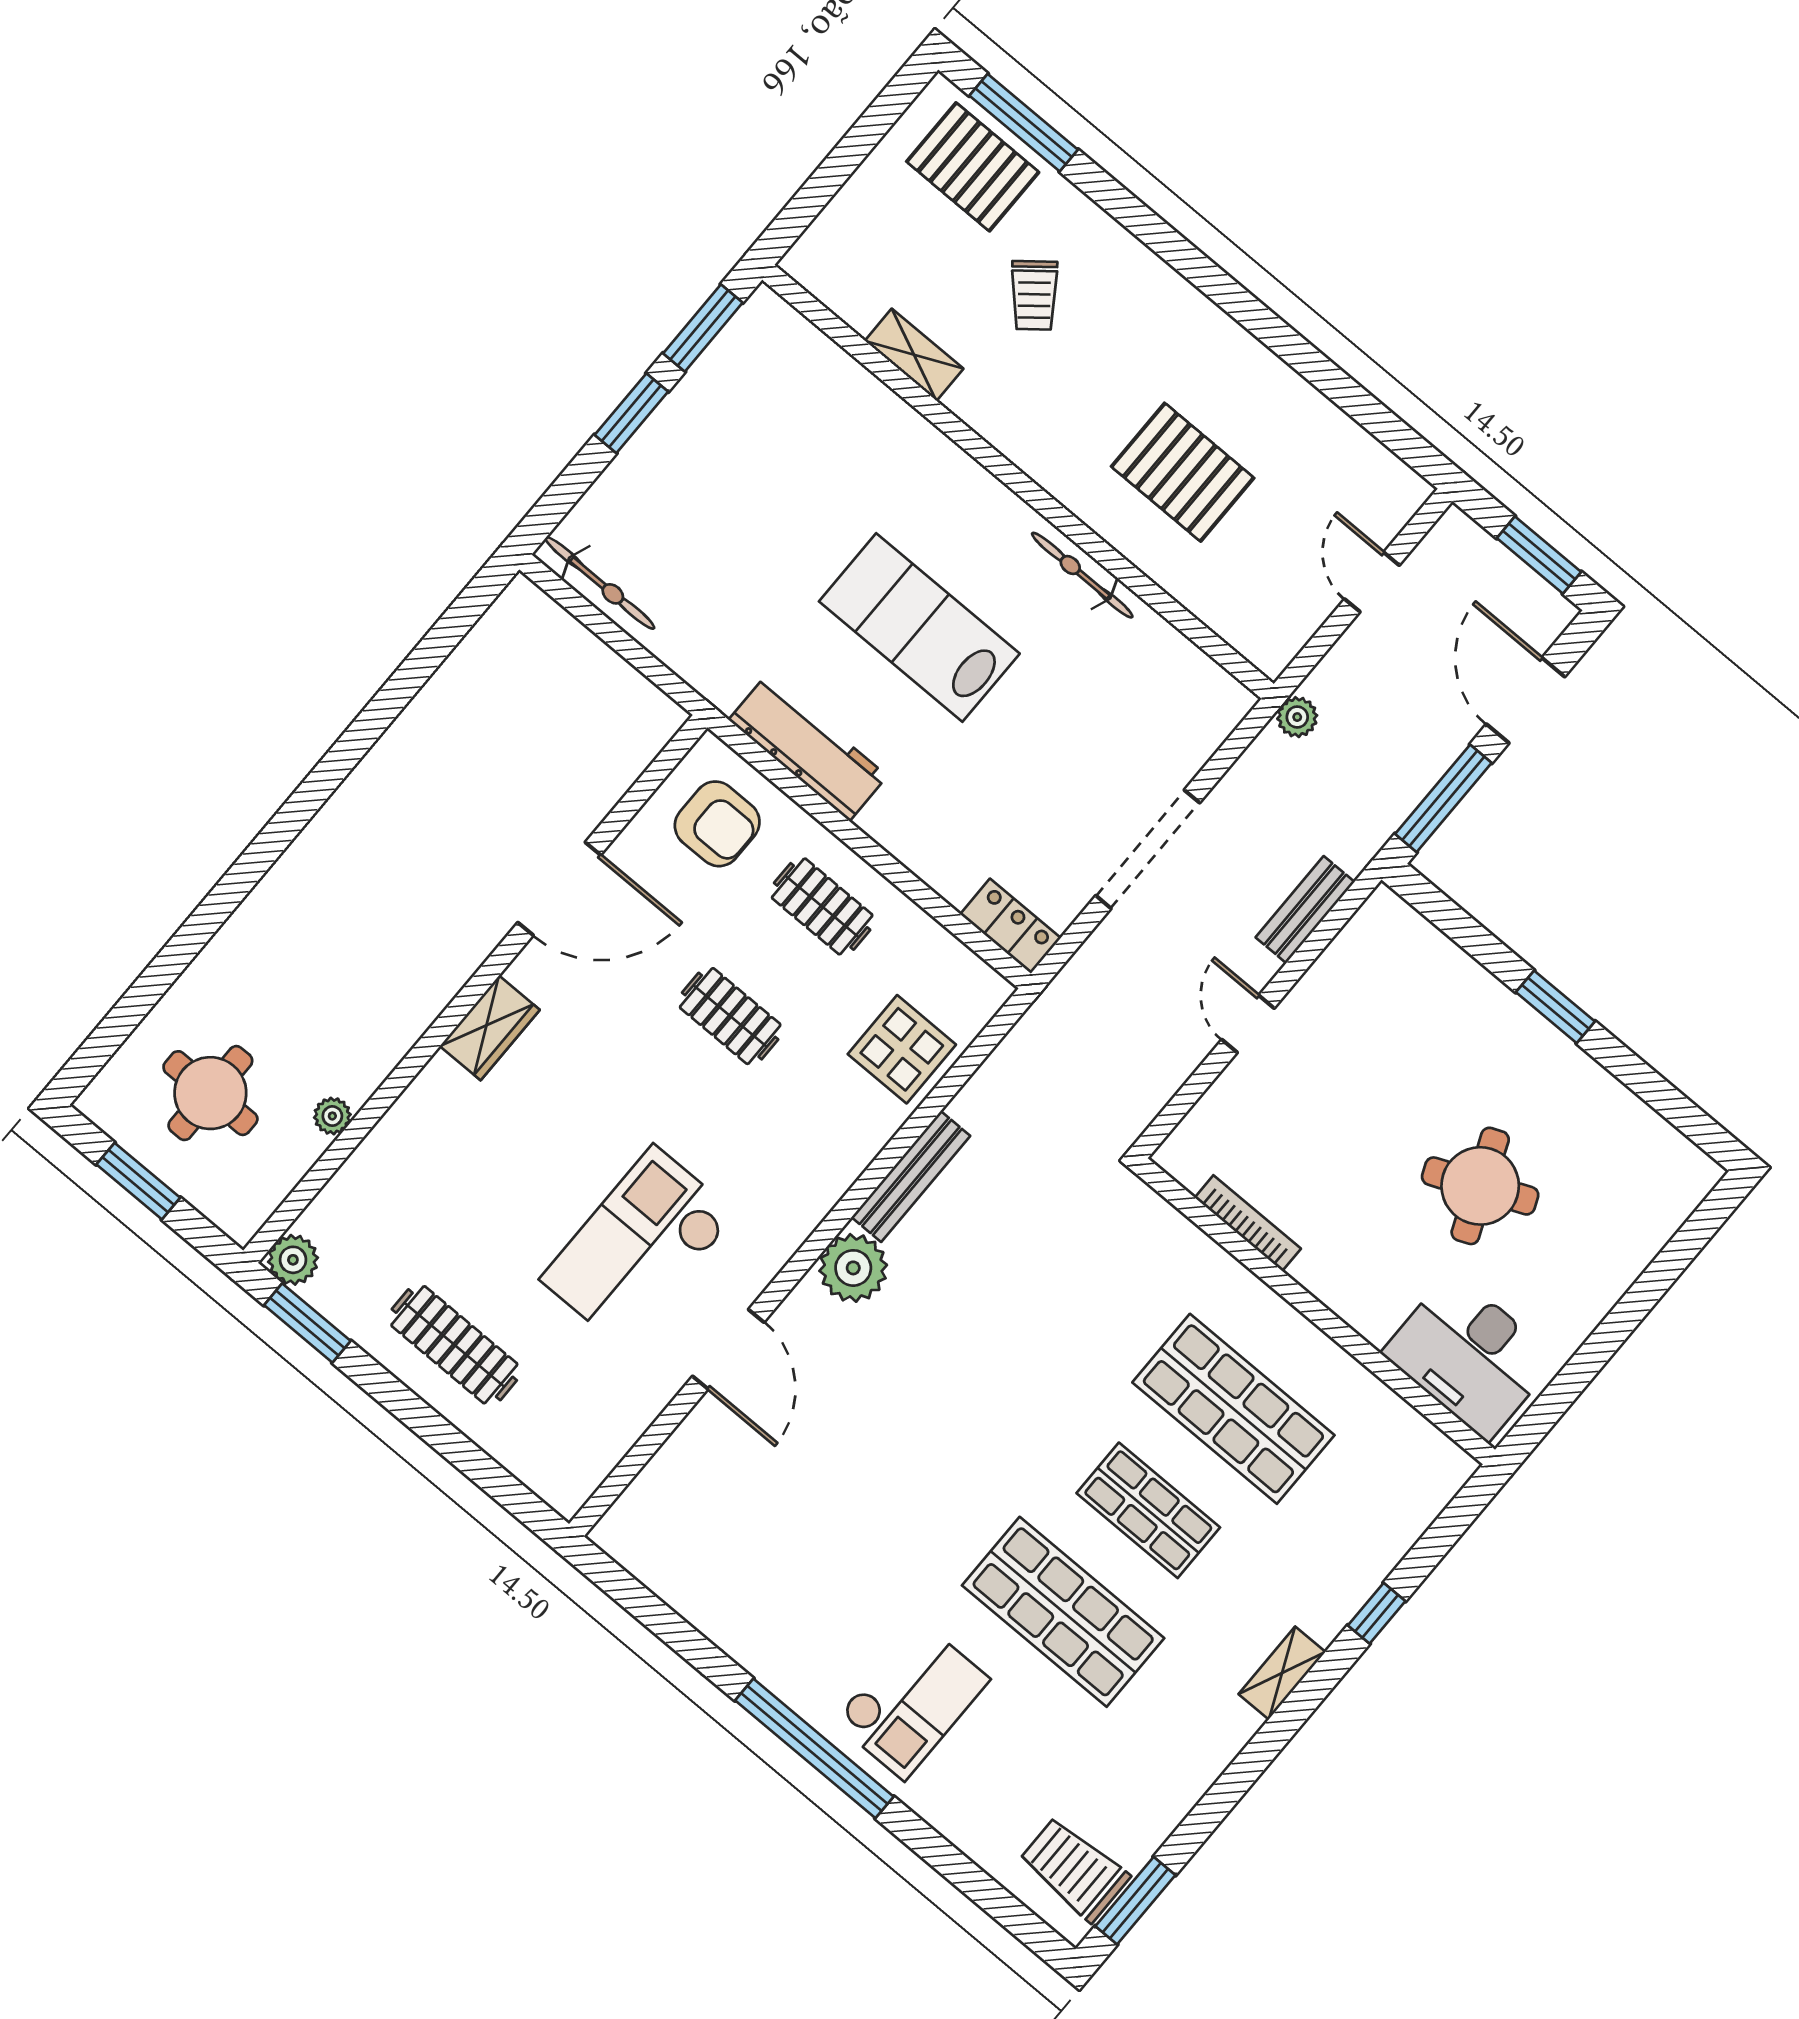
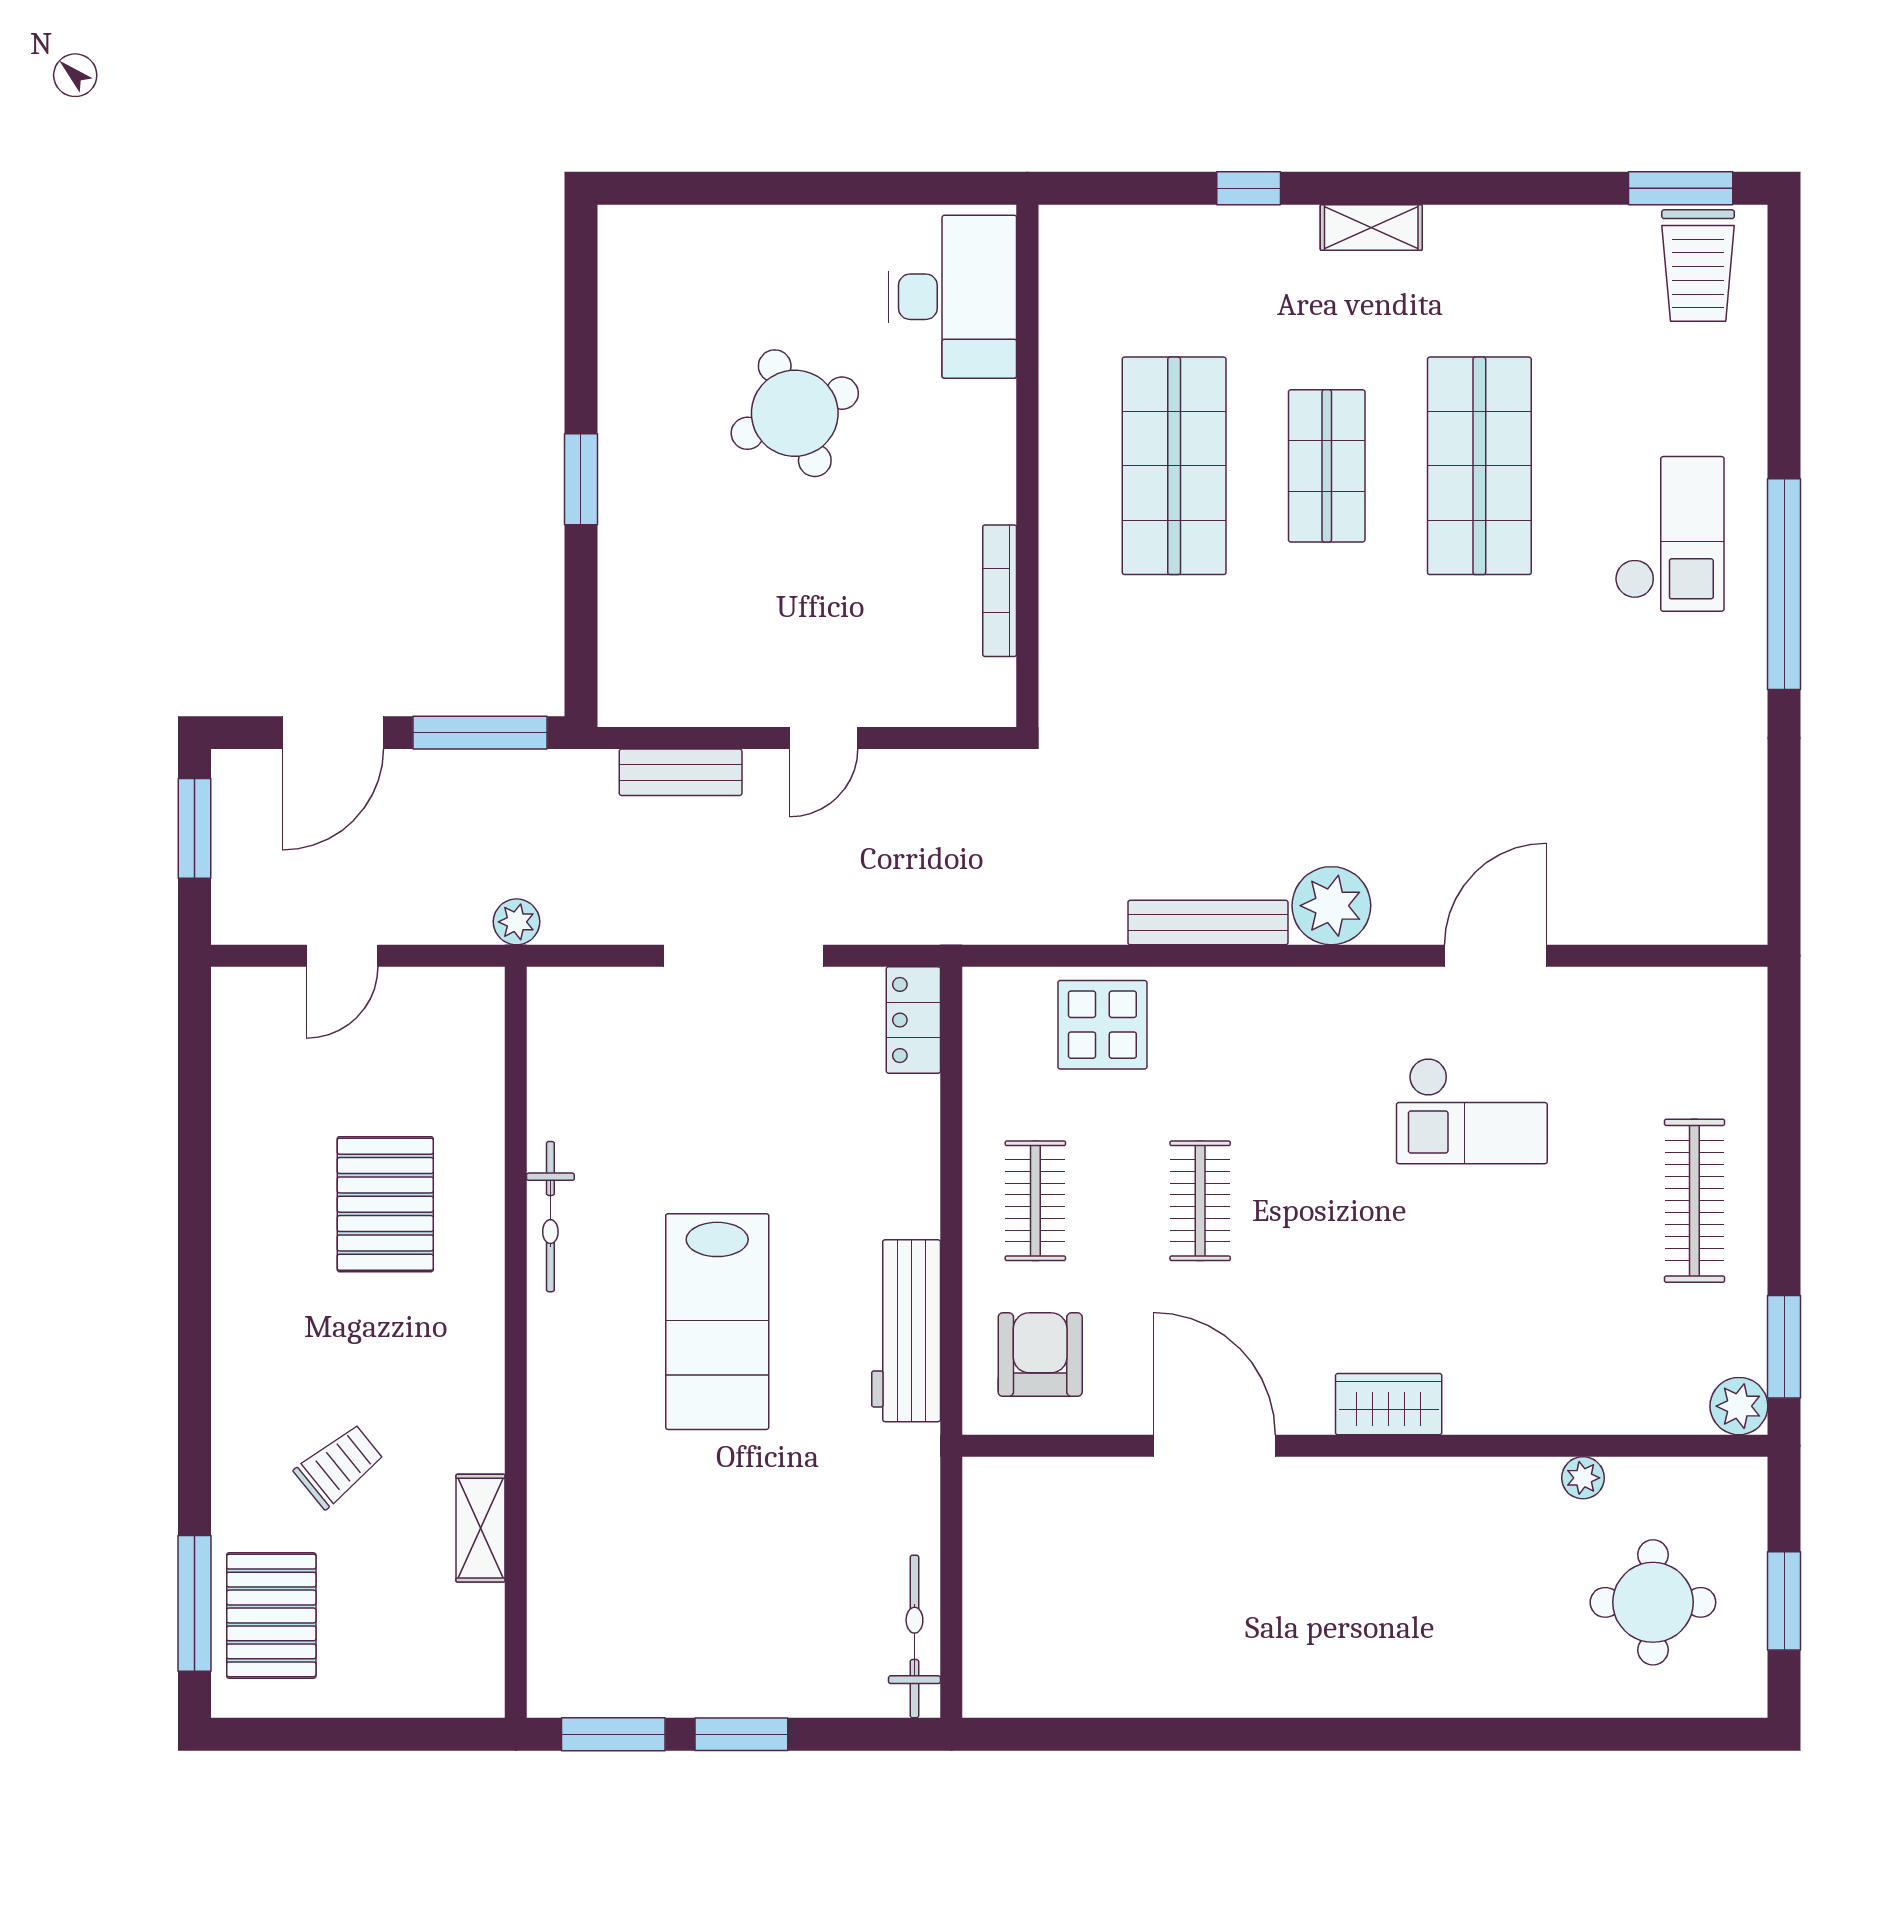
checkout: (638, 1247) -> (1472, 1111), width x0.73, depth x0.83
checkout: (912, 1700) -> (1670, 534), turned 90

